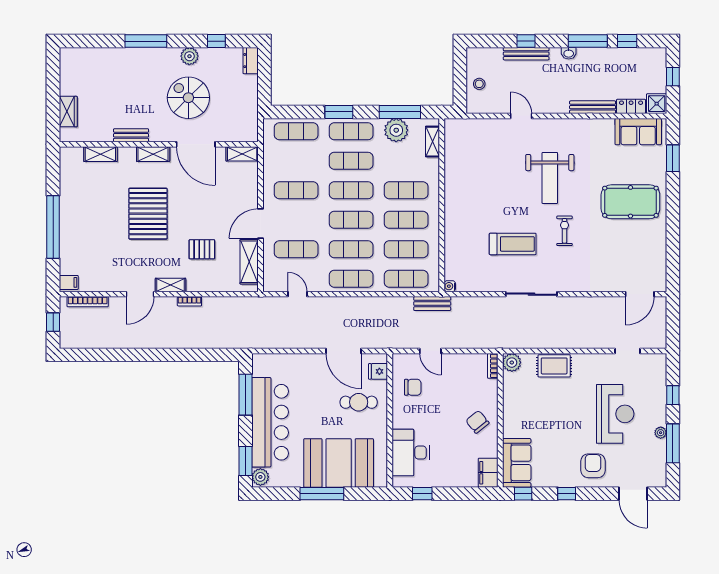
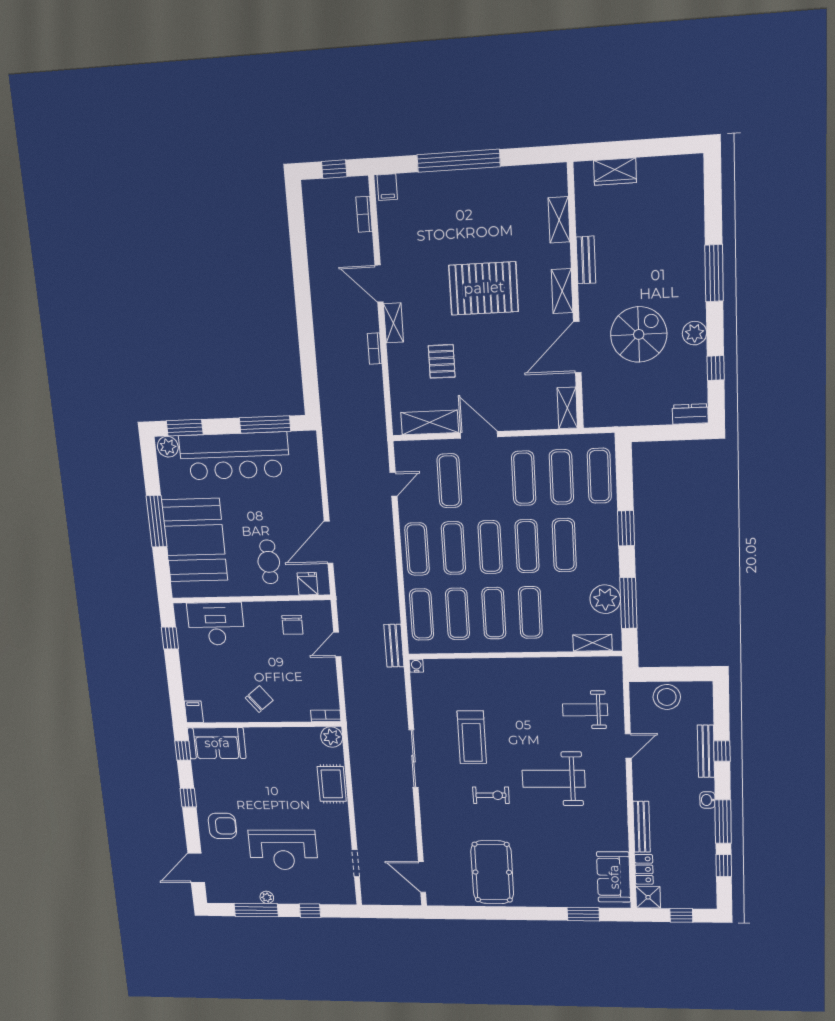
stool: (479, 84) -> (667, 697), width x1.89, depth x1.89
exercise mat: (351, 131) -> (561, 477), moved
weight bench: (490, 150) -> (585, 710), added
pool table: (630, 202) -> (492, 872), moved
bookcase: (88, 302) -> (364, 214), width x0.64
filing cabinet: (488, 473) -> (194, 712), width x0.50

